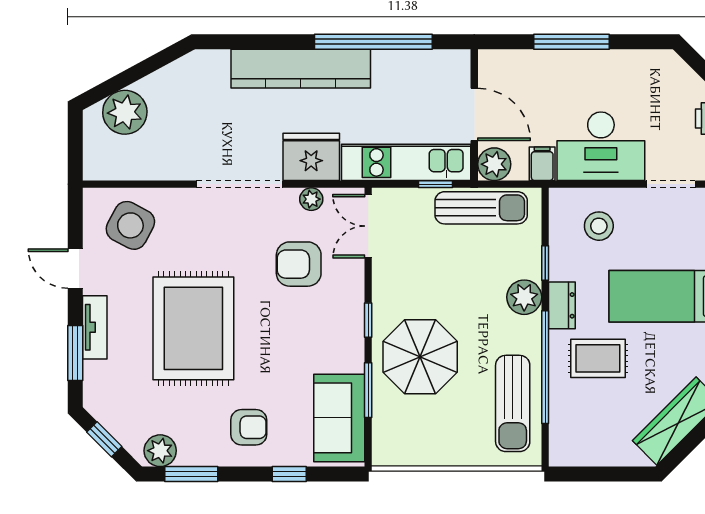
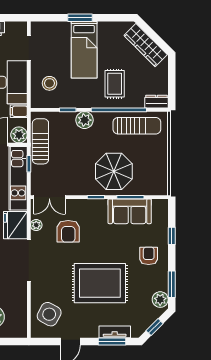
dresser: (562, 305) -> (157, 102), moved
tv unit: (95, 327) -> (115, 332), moved
sofa: (339, 418) -> (130, 211), moved

